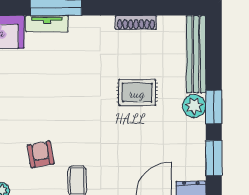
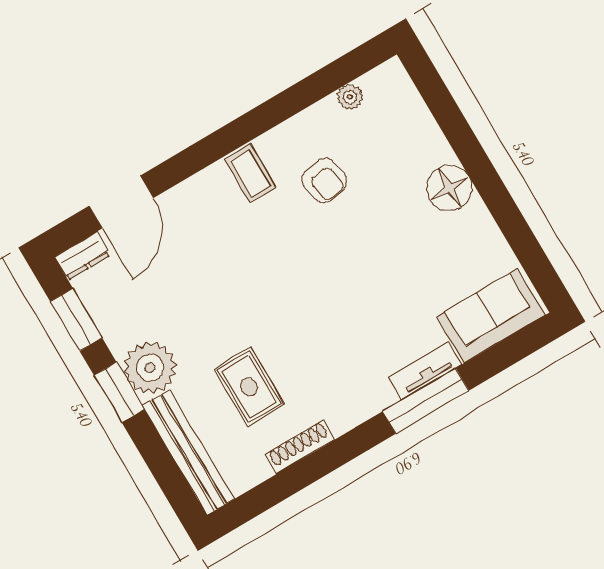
rug: (137, 93) -> (249, 387), moved, turned 90
plant: (194, 106) -> (150, 368), width x1.36, depth x1.36

